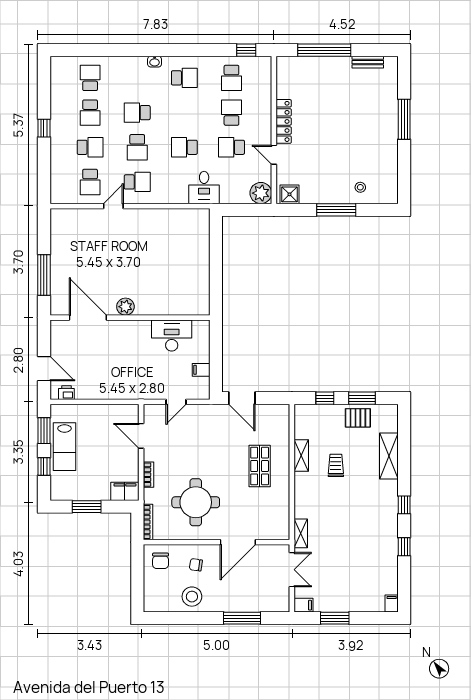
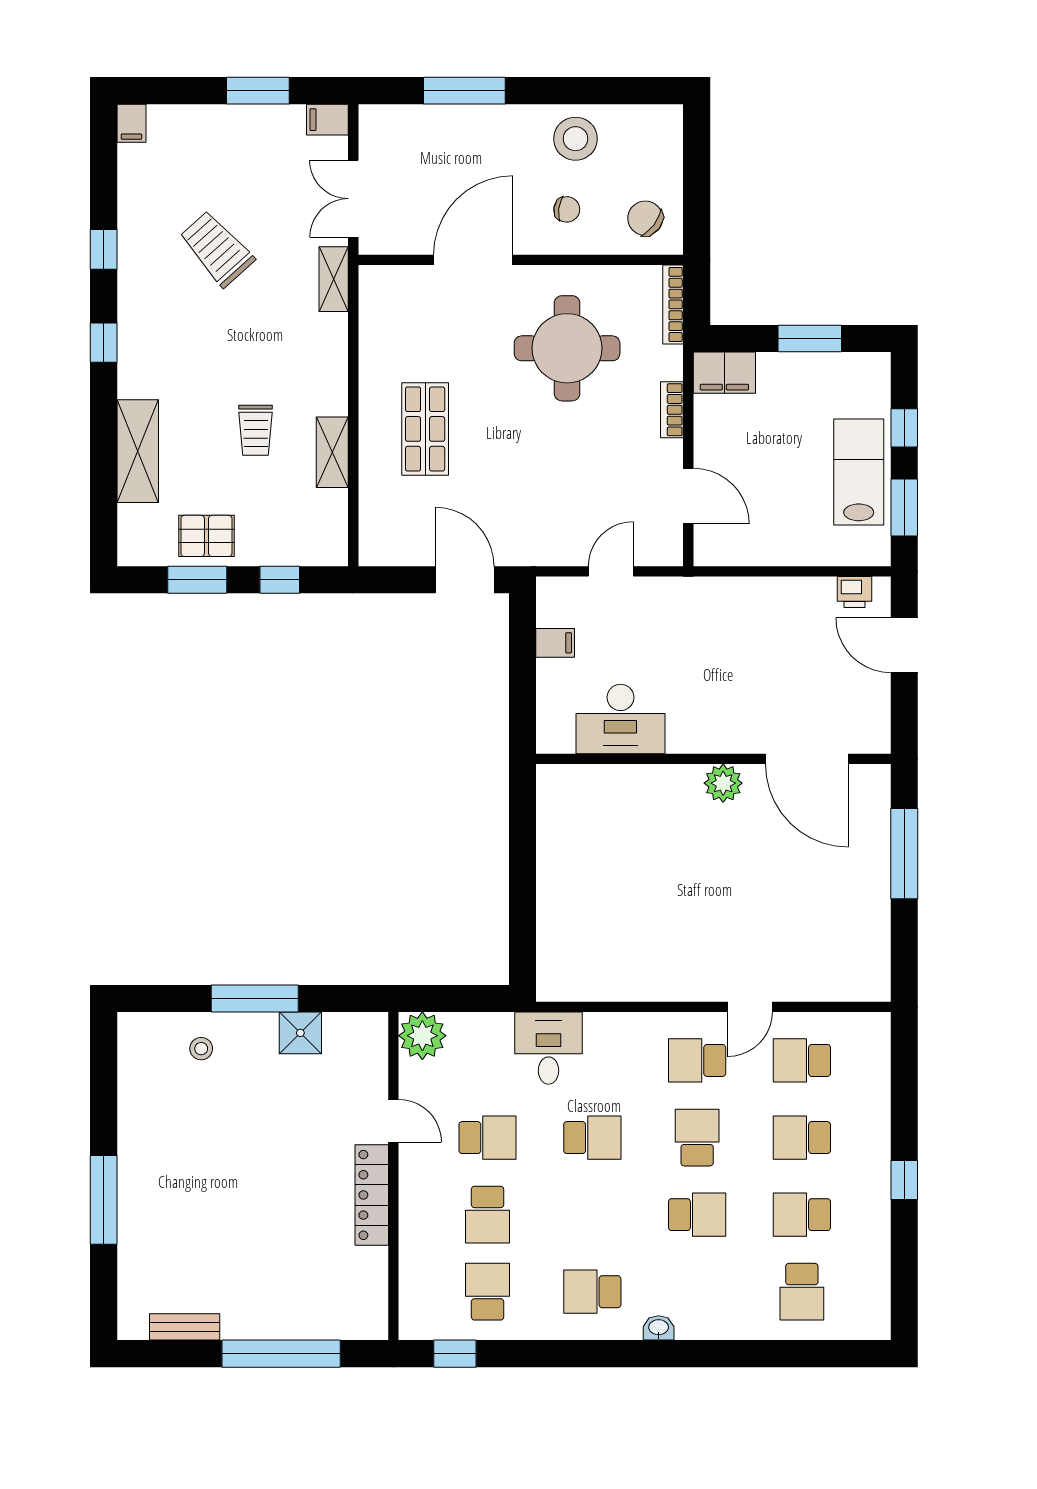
school desk: (90, 113) -> (802, 1215), turned -90
school desk: (90, 182) -> (802, 1060), turned -90
shower: (290, 194) -> (300, 1033), moved
trolley: (353, 547) -> (217, 249), added
chair: (161, 561) -> (645, 218), turned -53

